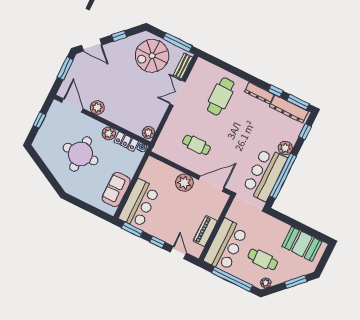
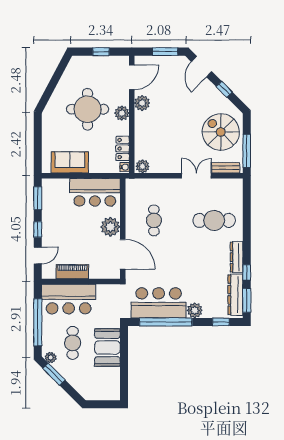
plant: (109, 133) -> (122, 113), moved
bar counter: (139, 204) -> (95, 192), moved
booth: (302, 244) -> (107, 348), moved
window: (296, 282) -> (54, 374), moved

